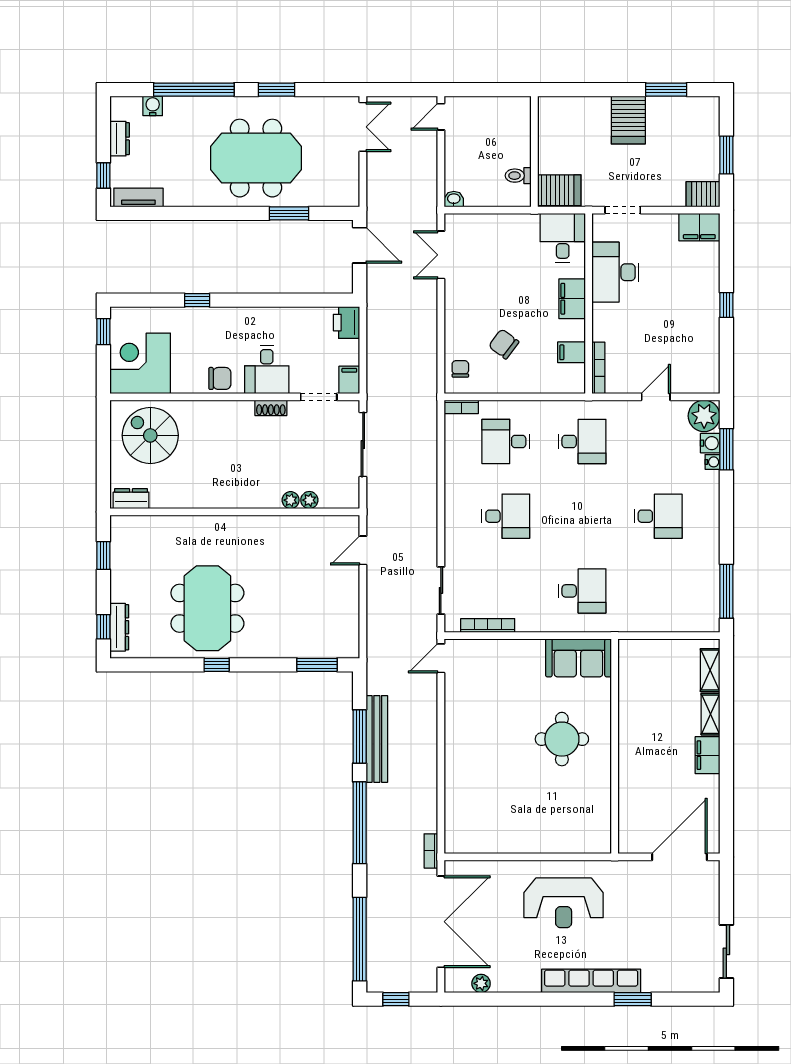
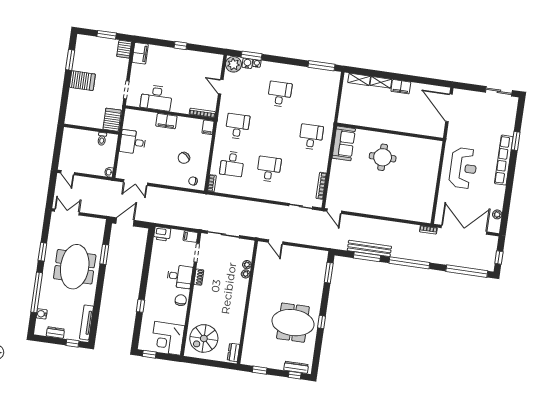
tv unit: (138, 197) -> (86, 322), width x1.41
desk: (563, 238) -> (133, 142), moved
filing cabinet: (571, 352) -> (208, 127), moved

